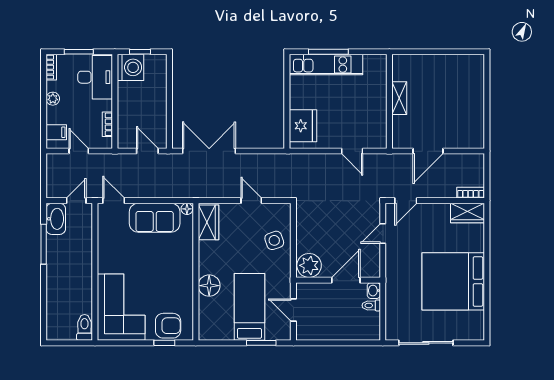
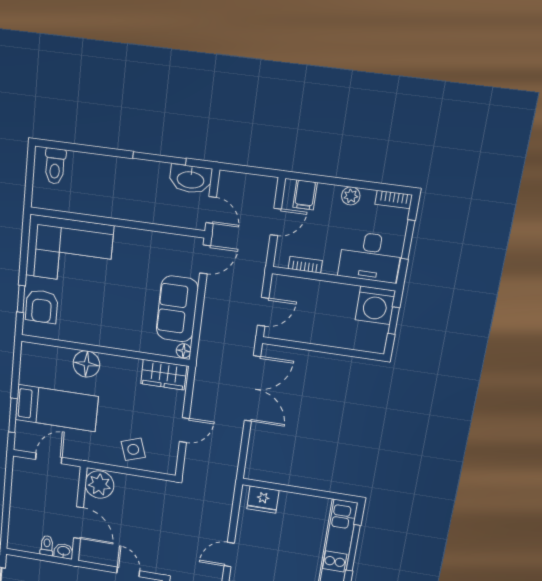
fridge: (303, 126) -> (263, 500), width x0.73, depth x0.75
toilet: (85, 327) -> (55, 166), moved, turned 90

